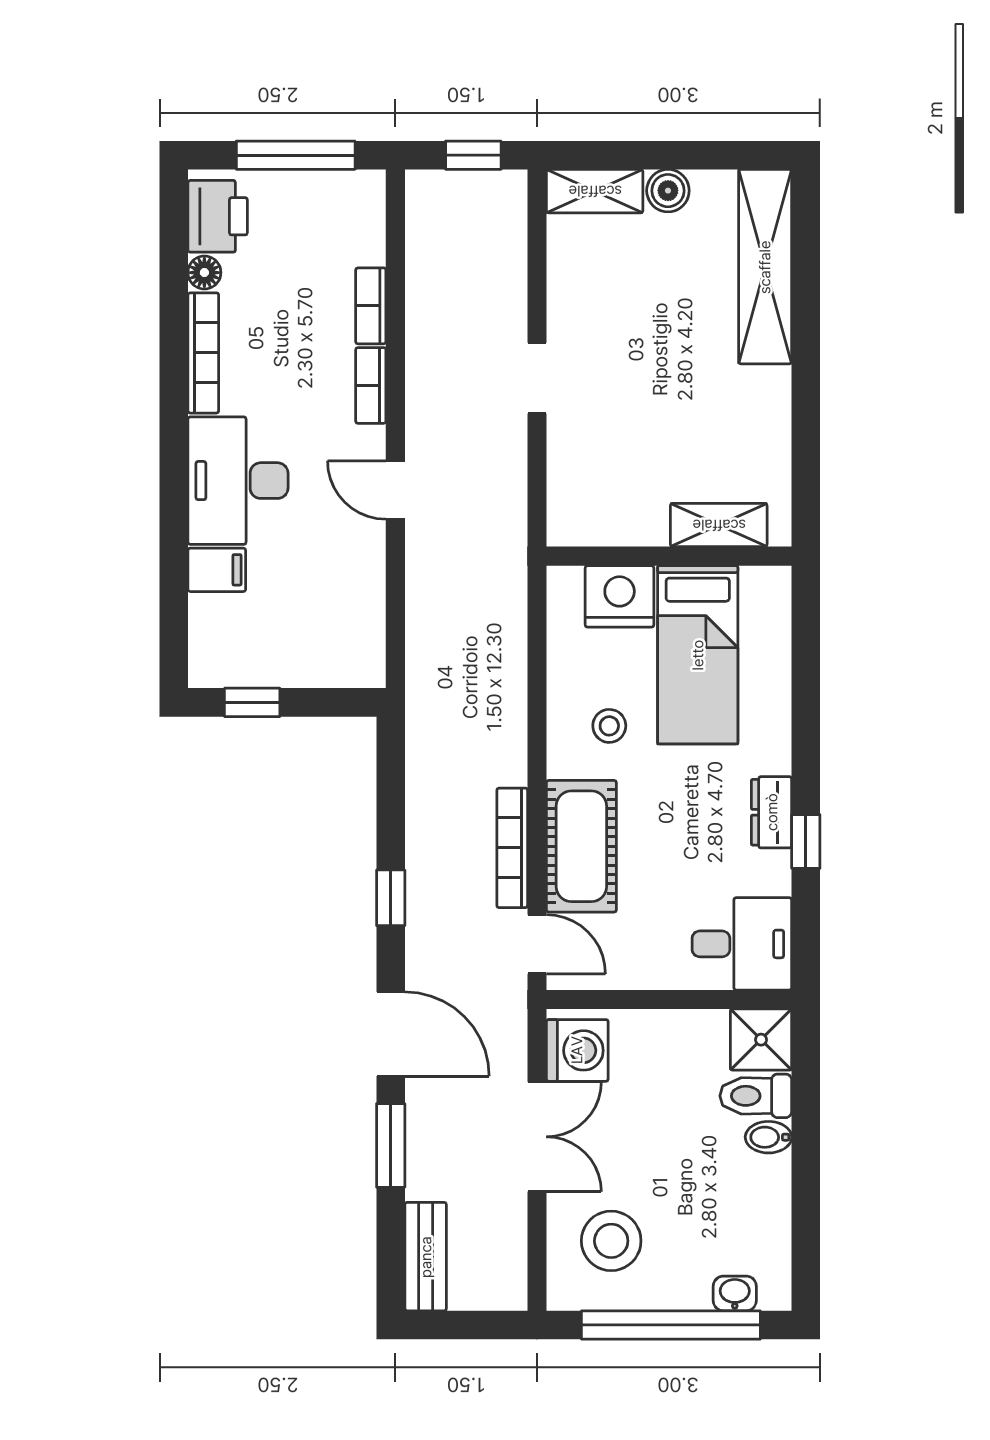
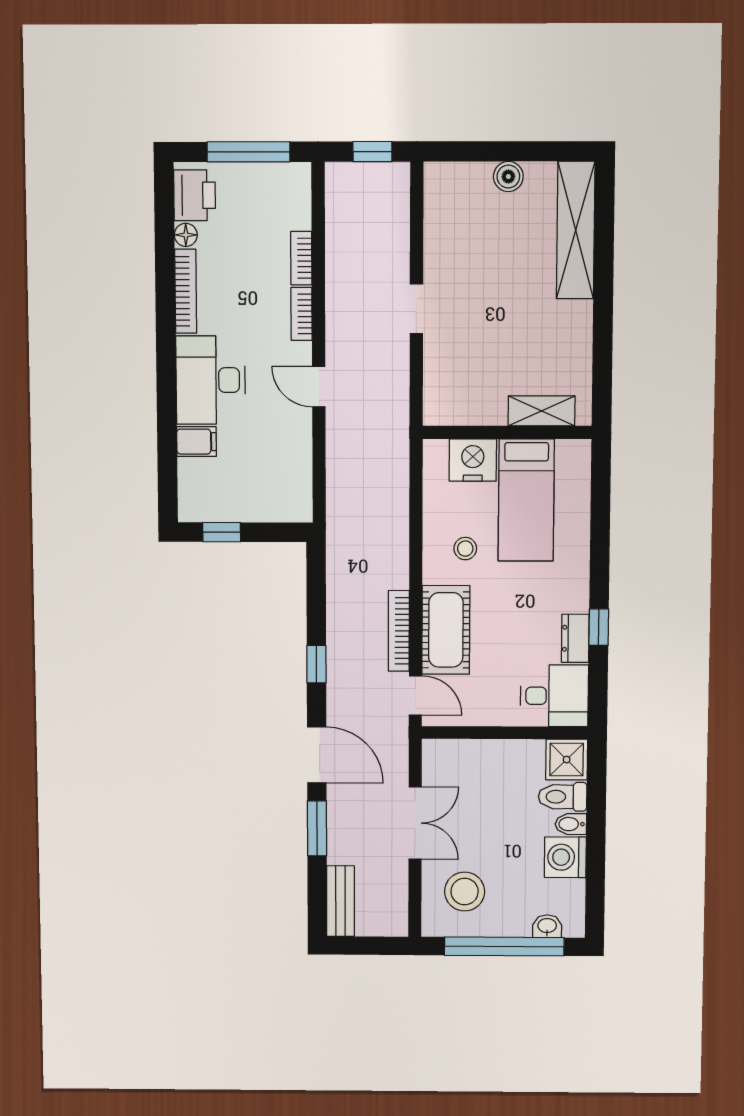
shelving: (595, 191) -> (457, 177), removed
dresser: (772, 812) -> (575, 638), moved
washing machine: (577, 1050) -> (565, 857), moved, turned 180

